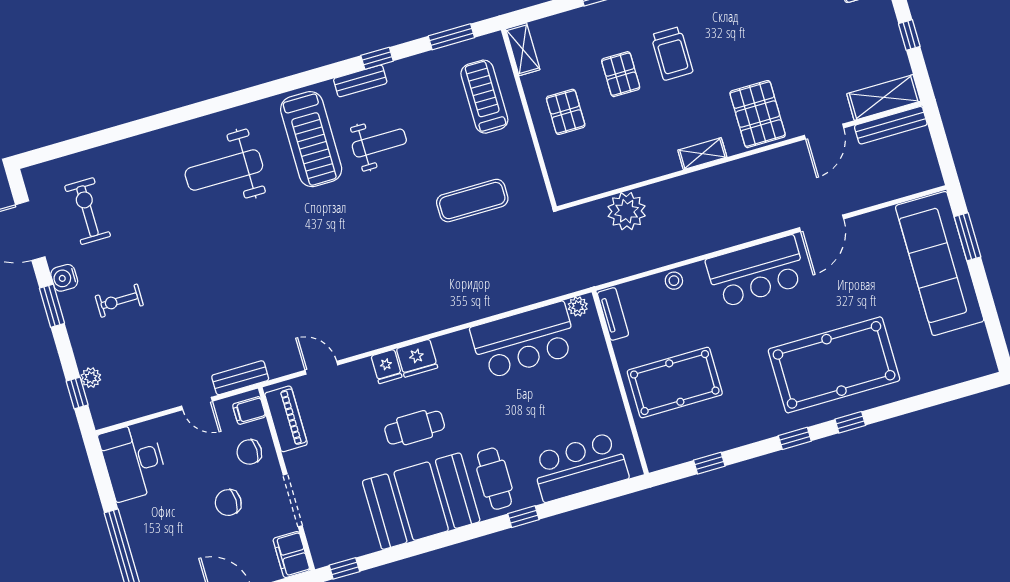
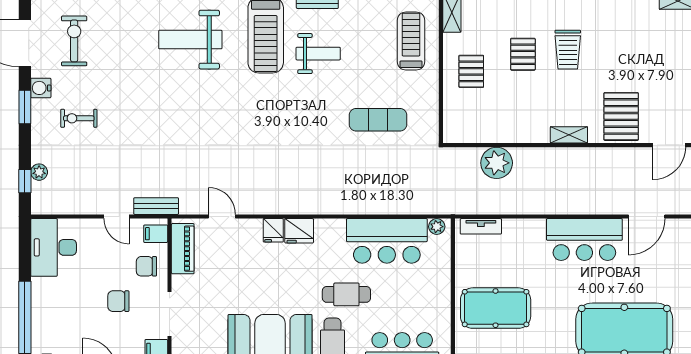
stool: (674, 281) -> (518, 228), removed
tv unit: (613, 314) -> (481, 226), moved, turned 90
cafe table: (415, 428) -> (346, 294), moved

